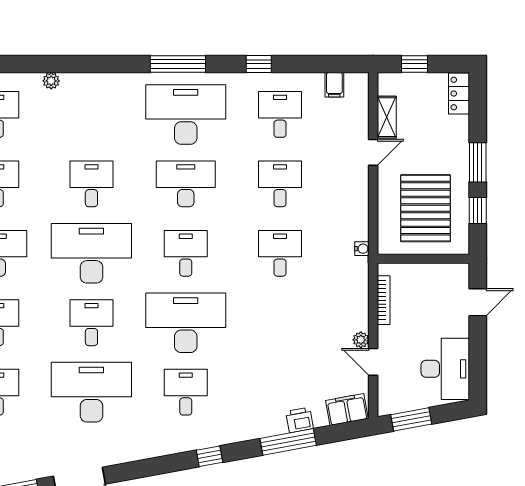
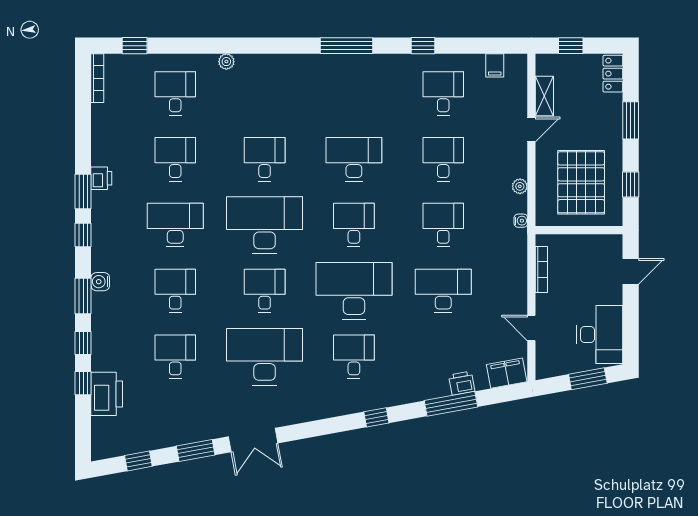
desk: (186, 114) -> (443, 291), moved, width x0.73, depth x0.77
window: (478, 162) -> (631, 120), moved
plant: (361, 340) -> (520, 186), moved
window: (411, 419) -> (588, 379), moved

